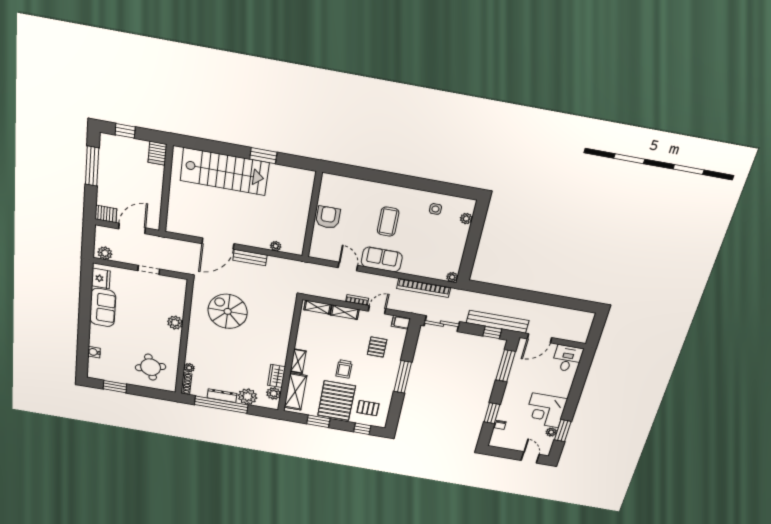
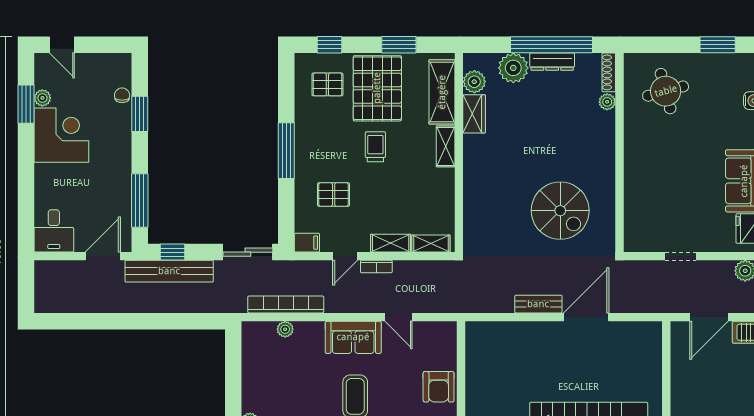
plant: (276, 246) -> (505, 329), removed
plant: (452, 277) -> (285, 329), moved
plant: (175, 323) -> (635, 176), removed
pallet: (377, 347) -> (334, 194), turned 90

